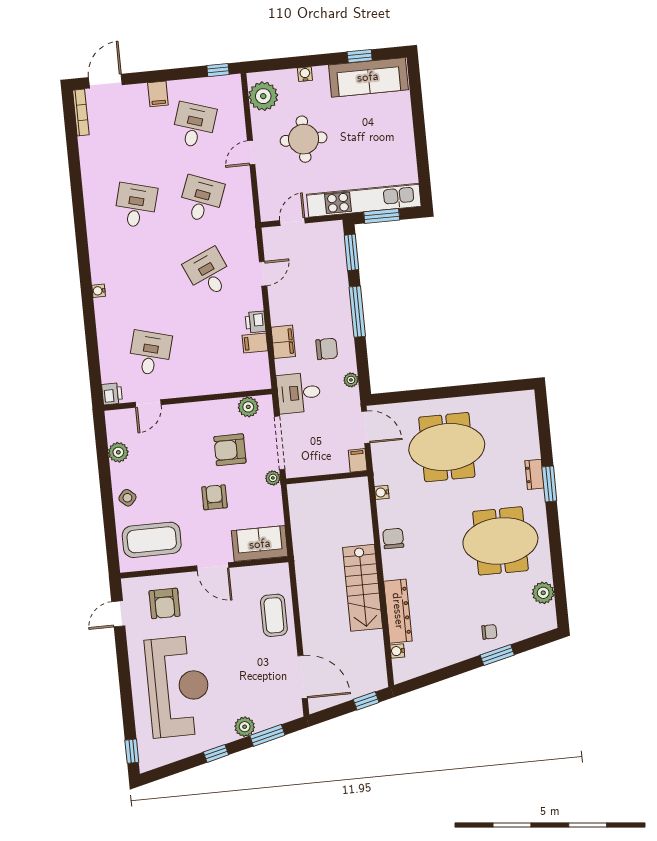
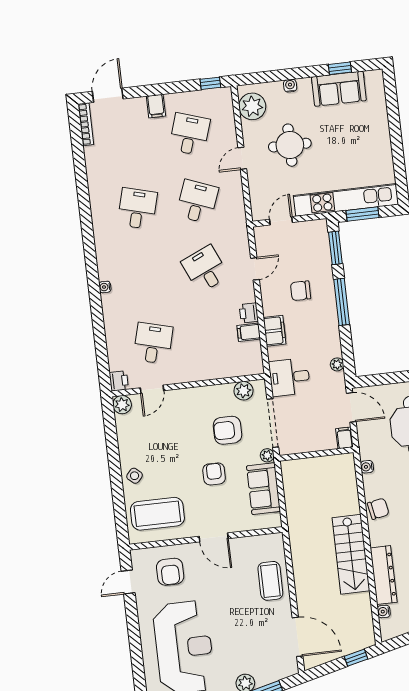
sofa: (368, 77) -> (339, 89), width x0.73
chair: (327, 349) -> (301, 291), moved, turned 180
plant: (118, 452) -> (122, 405), moved
chair: (393, 539) -> (378, 509), turned 79
sofa: (260, 544) -> (263, 489), moved, turned -90

